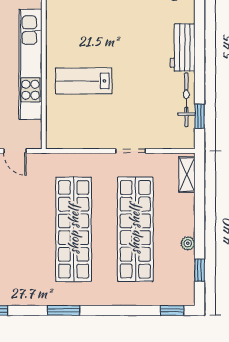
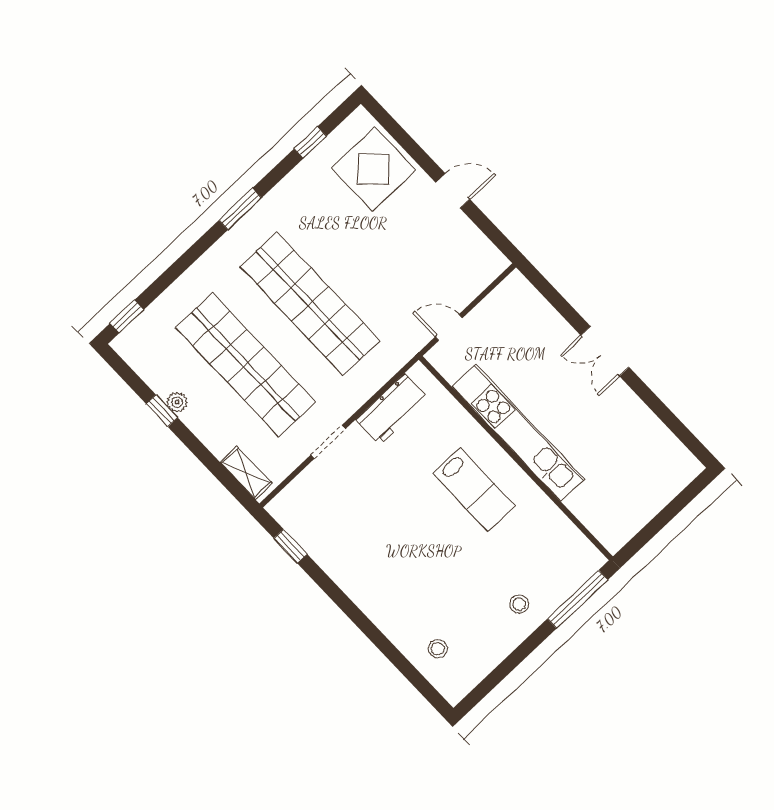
workbench: (183, 48) -> (392, 409), moved, turned 90
lab bench: (84, 81) -> (474, 489), moved, turned 90
bicycle: (186, 100) -> (321, 550), removed
window: (200, 270) -> (162, 411), moved

